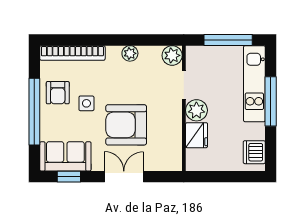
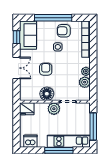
plant: (172, 55) -> (85, 82), moved
floor lamp: (170, 123) -> (47, 94), added
armchair: (126, 125) -> (46, 69), width x0.53, depth x0.53
fridge: (197, 135) -> (27, 109), moved

